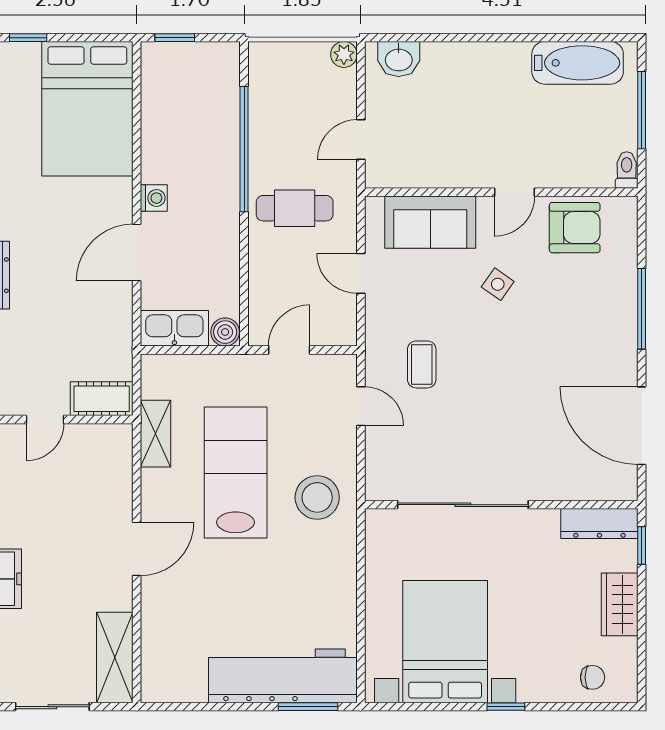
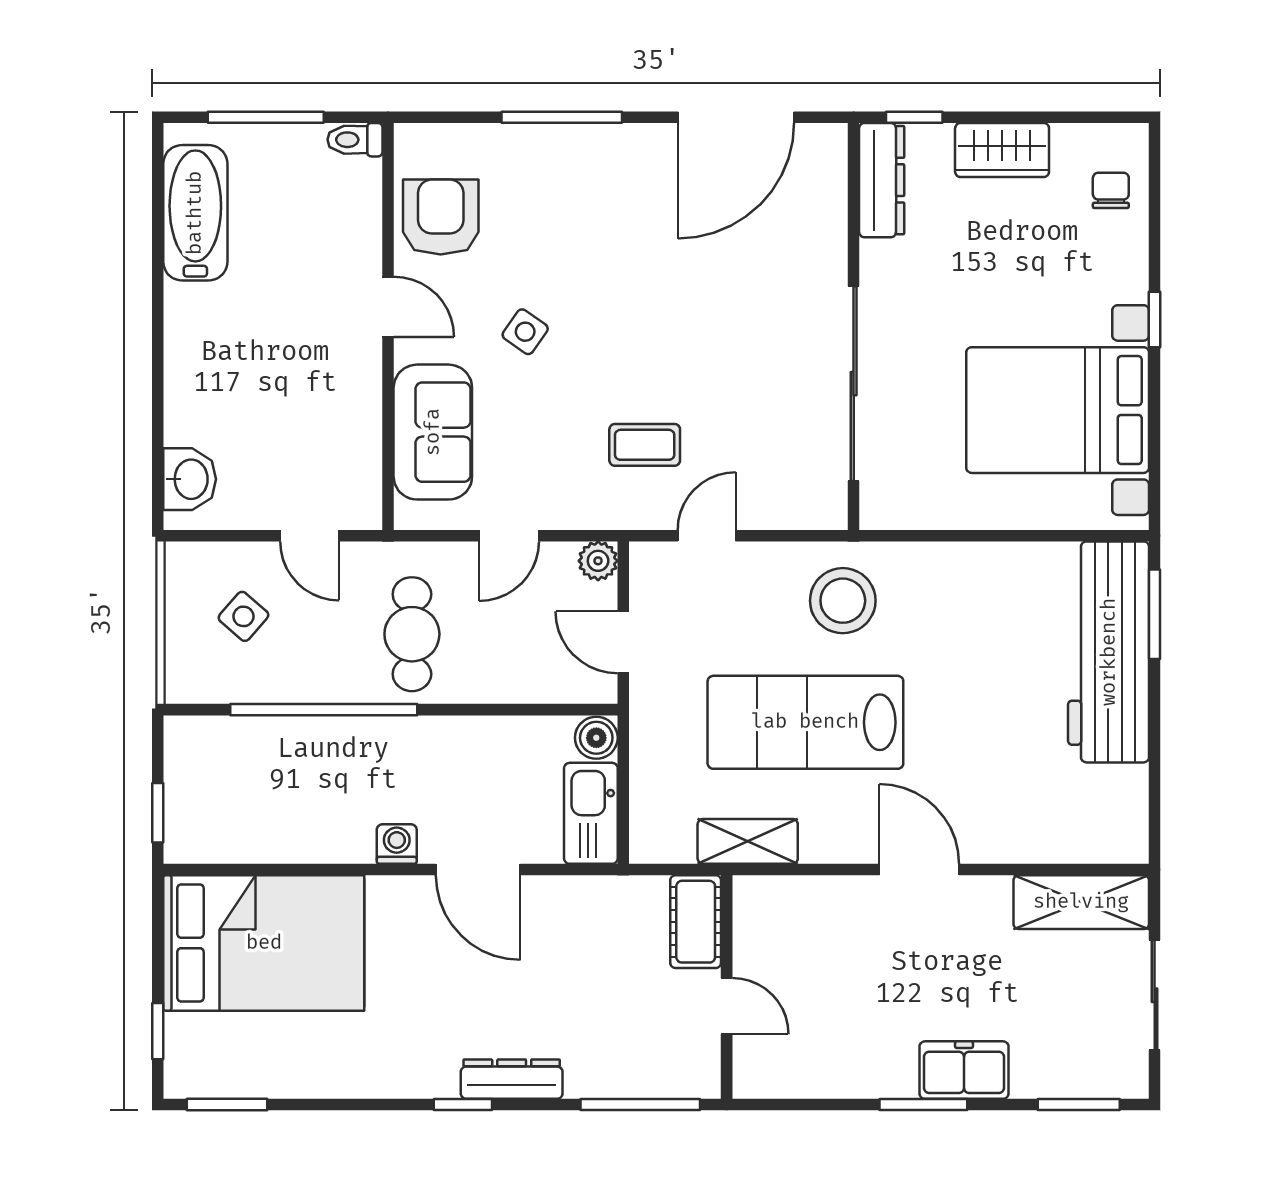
plant: (344, 54) -> (598, 561), moved
side table: (307, 95) -> (243, 616), added

